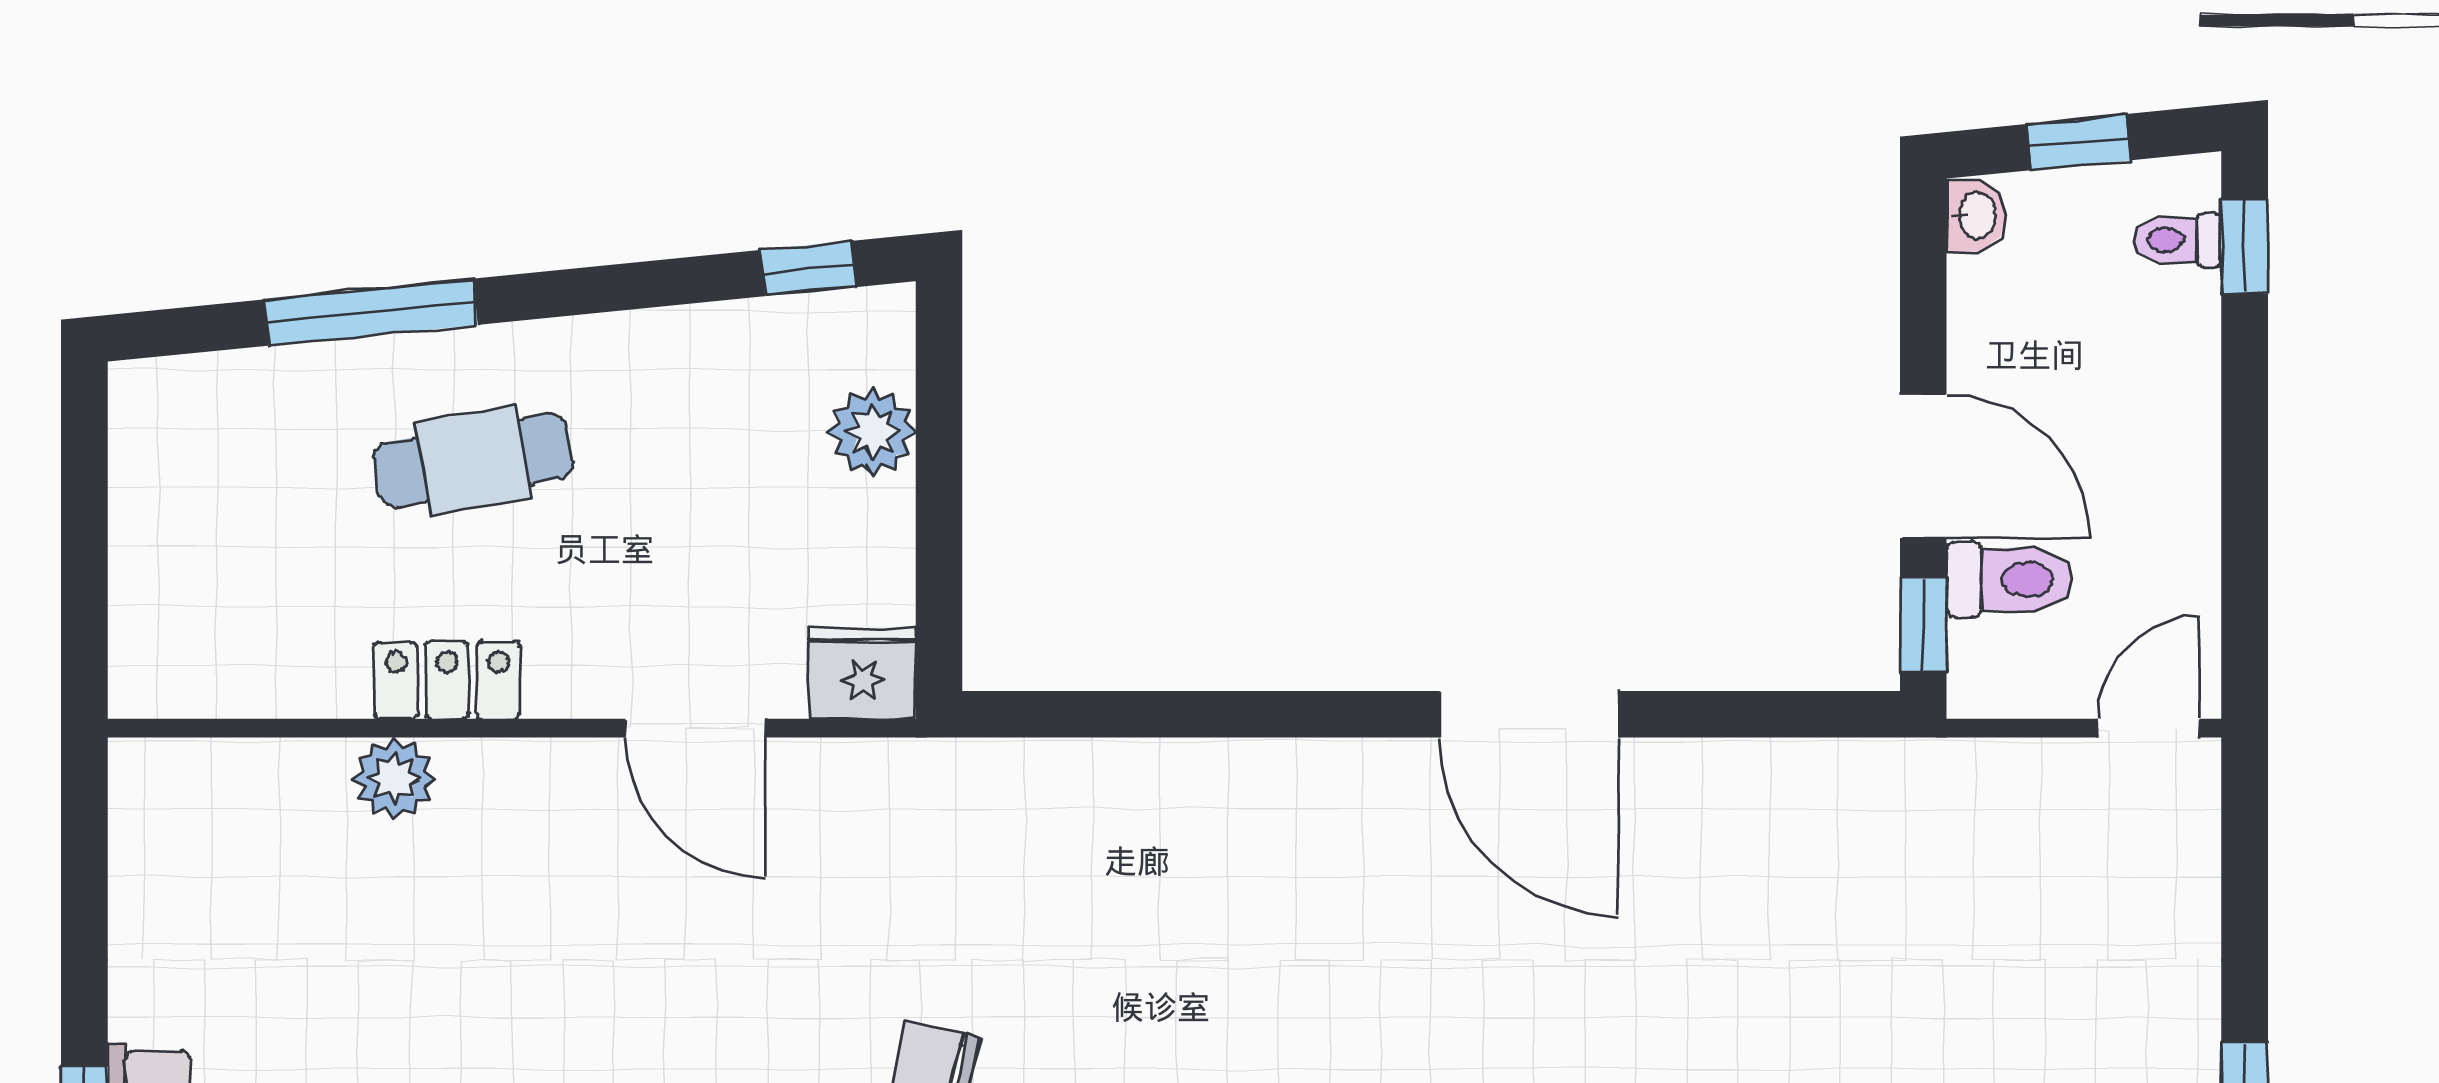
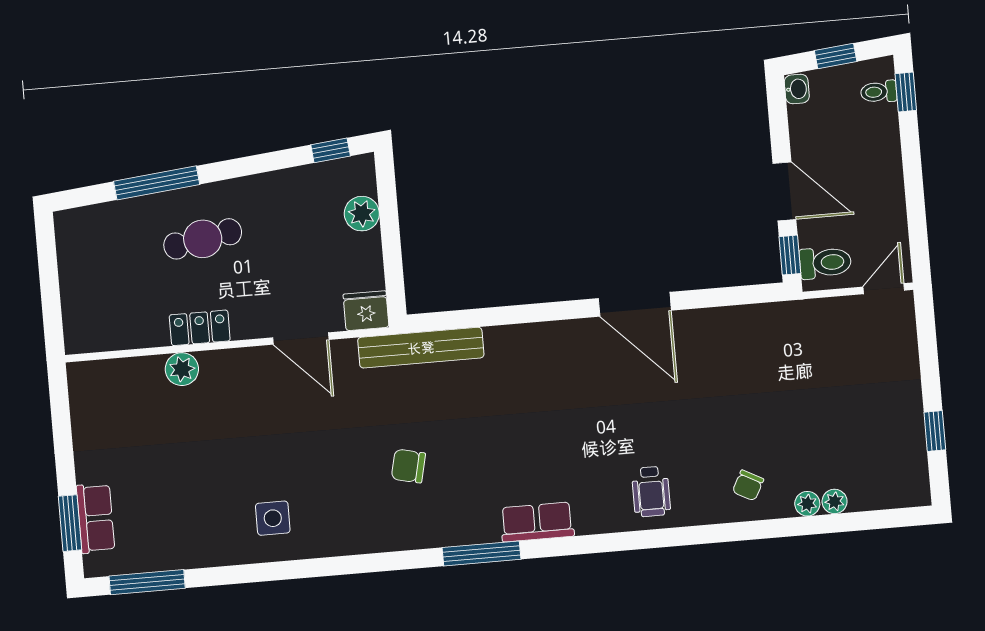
toilet: (2009, 579) -> (825, 263), moved
bench: (990, 776) -> (421, 348), added

